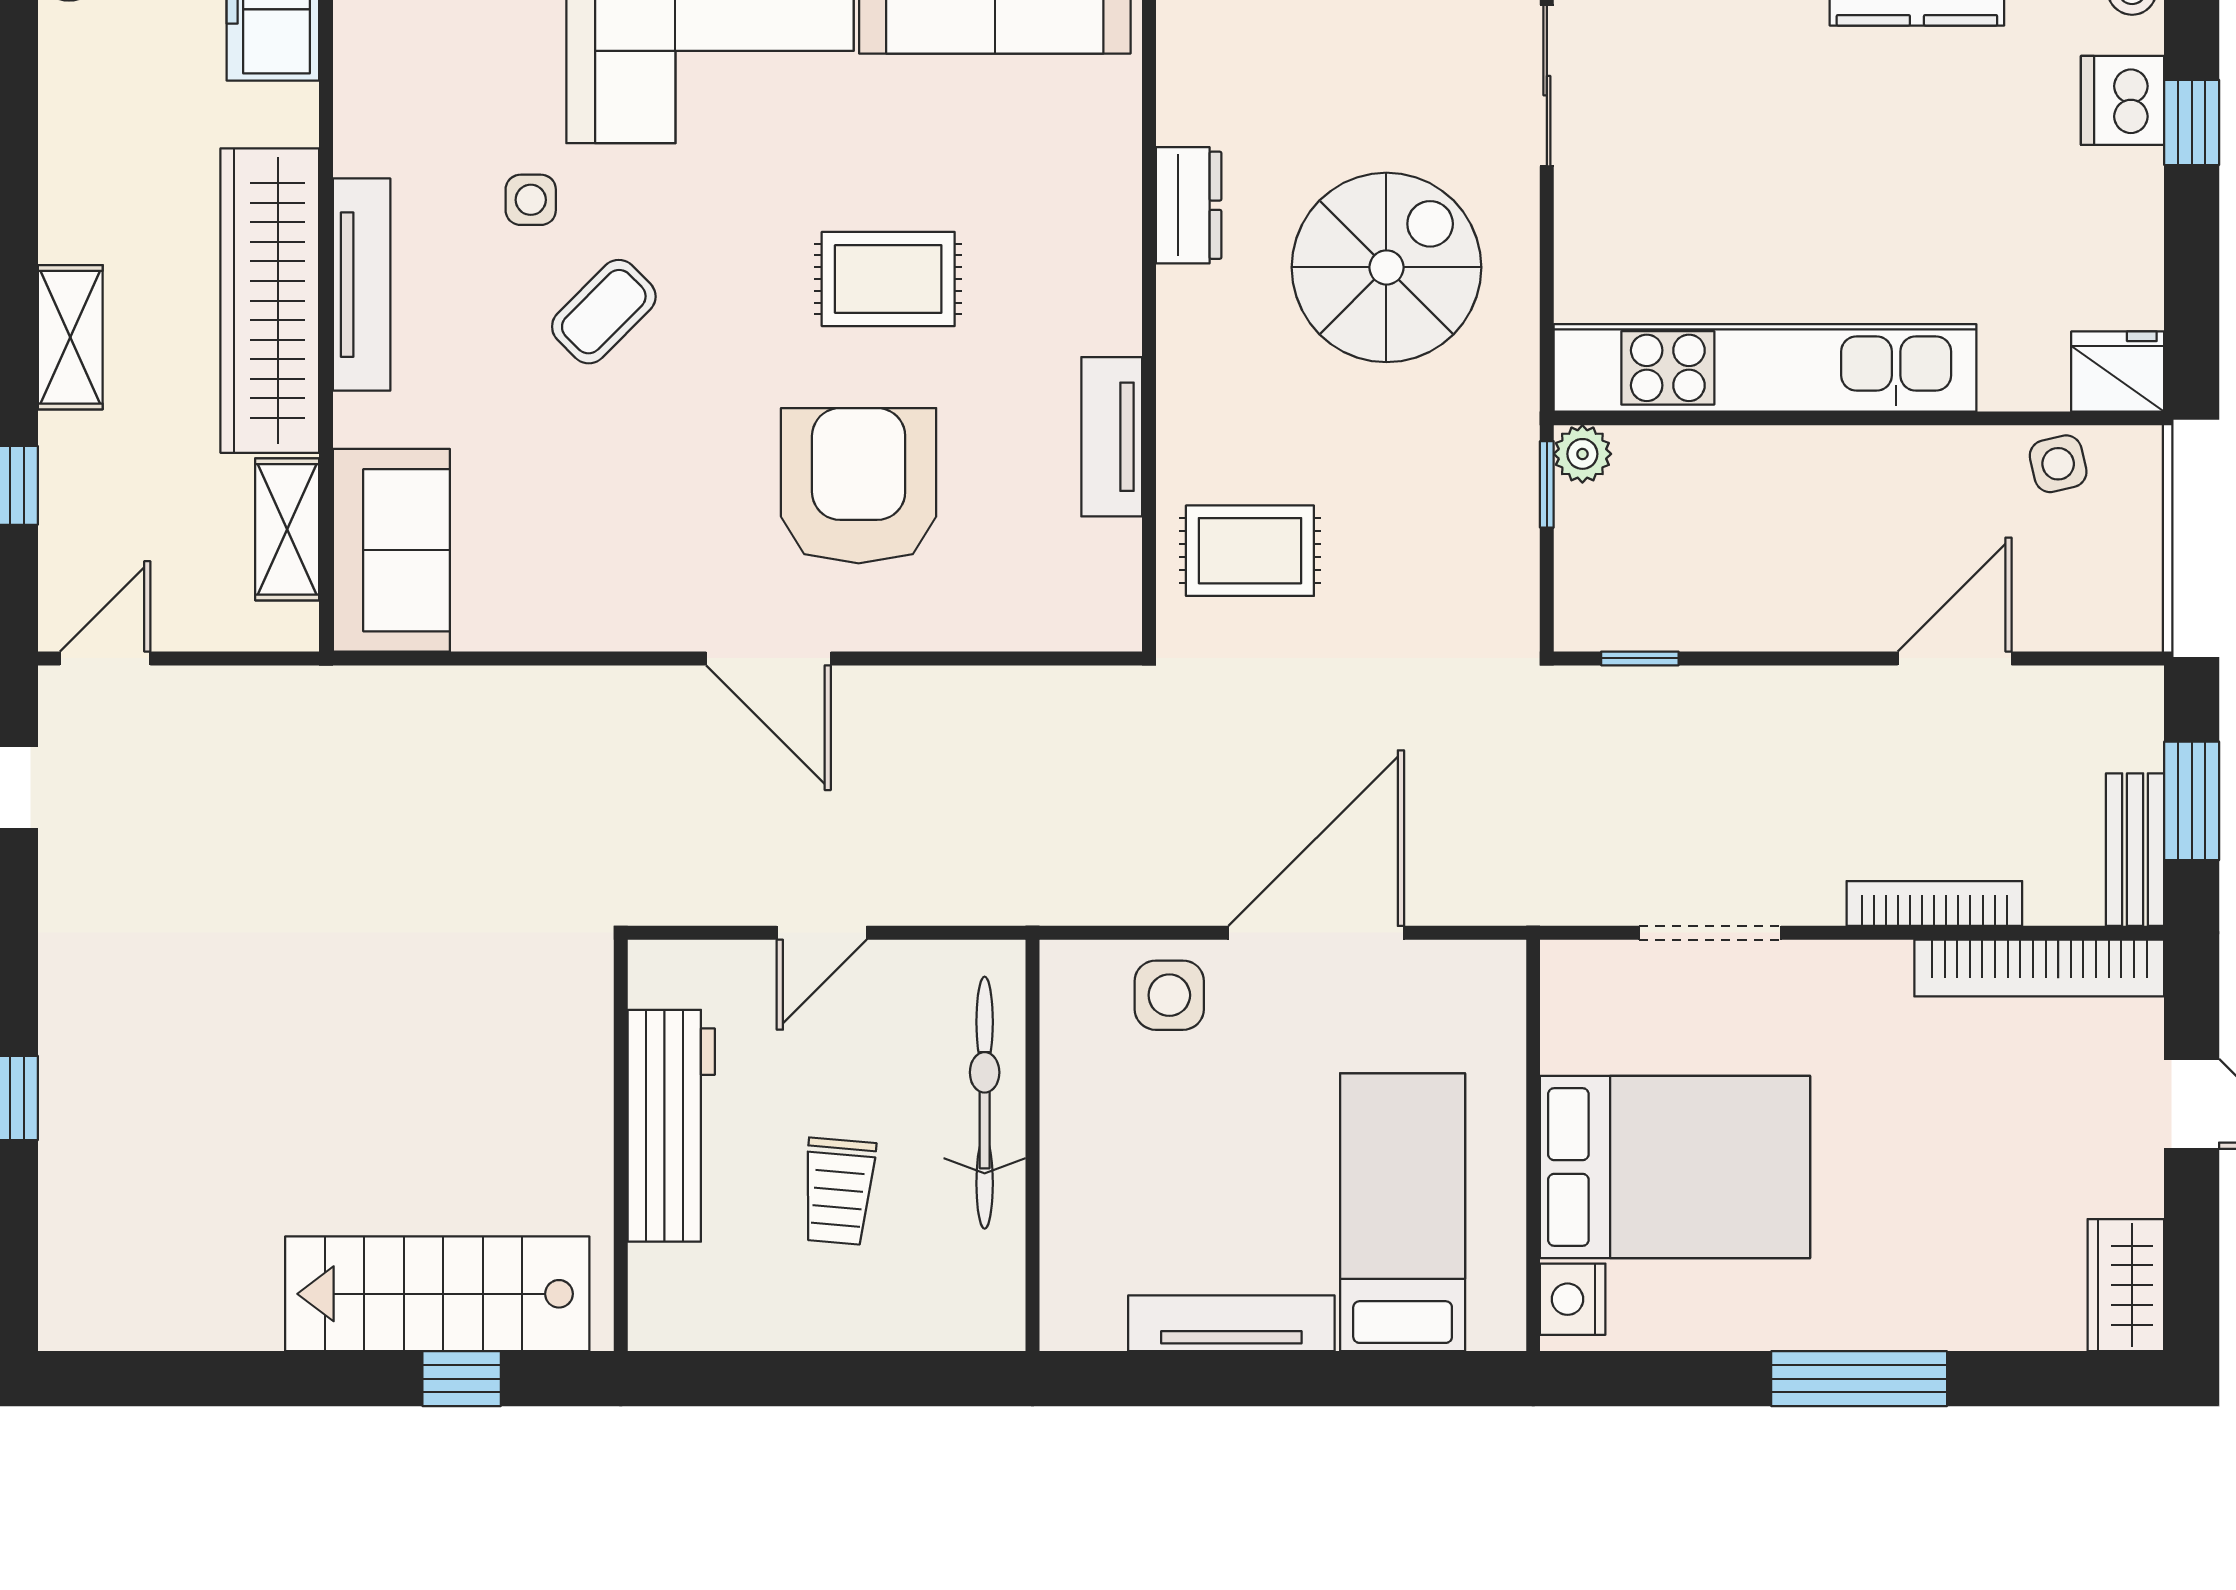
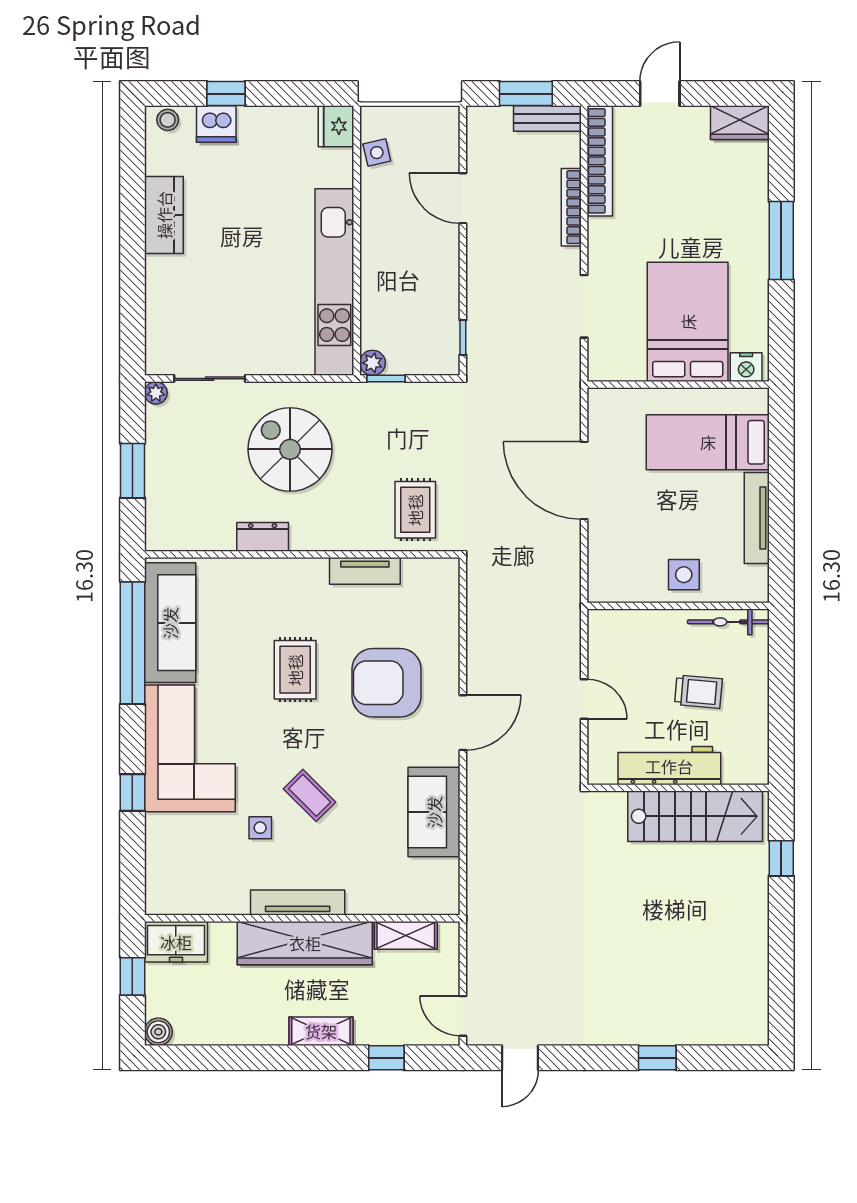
sofa: (391, 550) -> (434, 812), moved, turned -90
side table: (1169, 995) -> (684, 575), moved
bicycle: (985, 1103) -> (728, 622), moved, width x0.73, depth x0.71
stairs: (437, 1294) -> (695, 816), moved, turned -90

